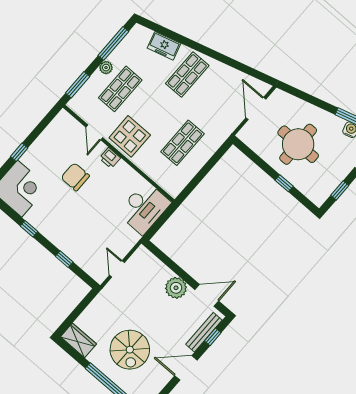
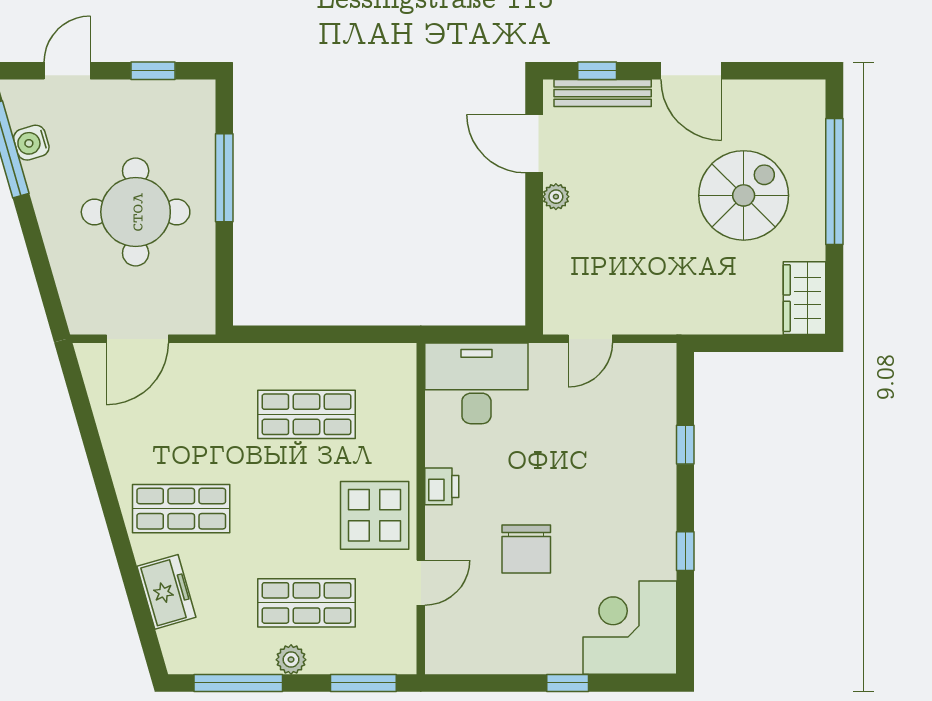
printer: (110, 158) -> (442, 486), moved
window: (284, 183) -> (224, 178), width x2.17
door: (117, 269) -> (590, 339), moved
plant: (176, 288) -> (556, 197), width x0.53, depth x0.53

